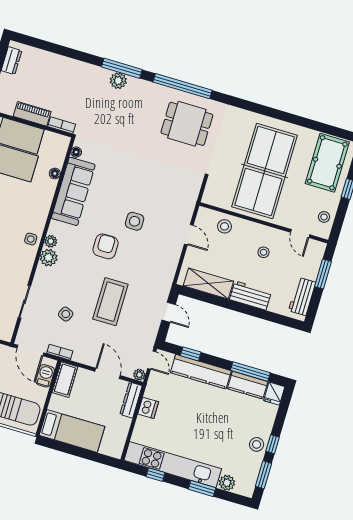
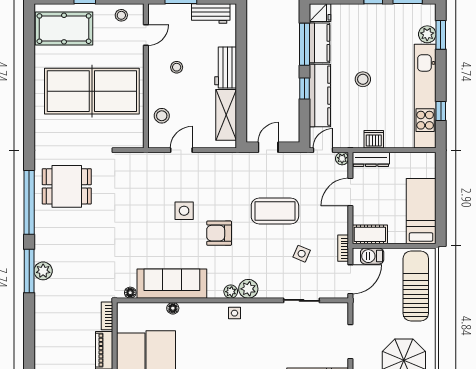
dining table: (187, 124) -> (67, 186), turned 90
floor lamp: (55, 173) -> (173, 308), moved
window: (191, 354) -> (305, 89), moved
stool: (257, 444) -> (363, 79), moved
window: (202, 488) -> (441, 35), moved

